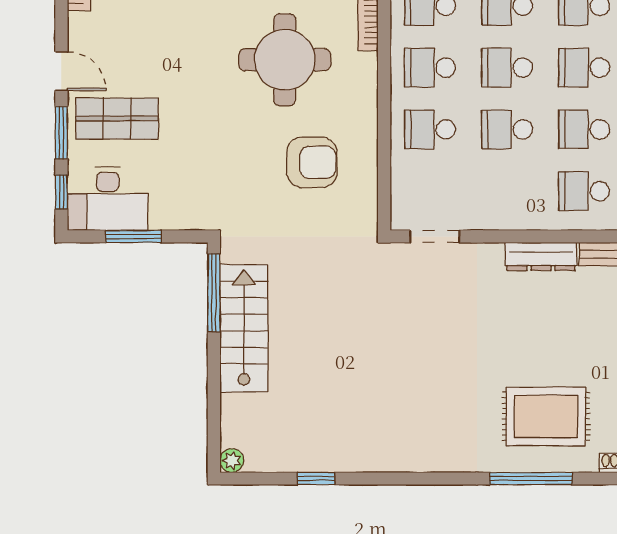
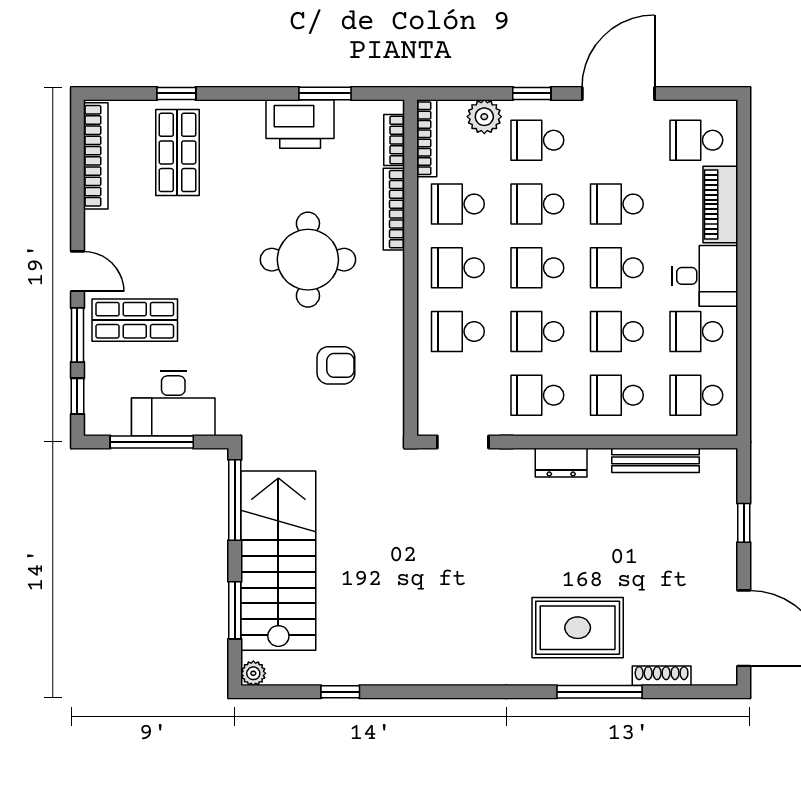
armchair: (312, 162) -> (336, 365), width x0.72, depth x0.72
school desk: (507, 191) -> (537, 395), added
desk: (108, 199) -> (173, 403), moved
window: (133, 236) -> (152, 442), width x1.44
dresser: (541, 257) -> (561, 463), width x0.70
stairs: (244, 328) -> (278, 561), width x1.36, depth x1.51
window: (214, 399) -> (235, 610), added
window: (531, 479) -> (600, 692), moved

